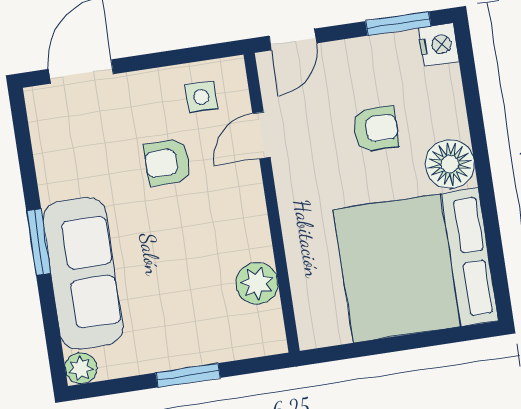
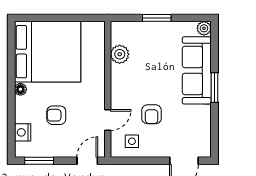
nightstand: (439, 45) -> (23, 132), moved
armchair: (167, 162) -> (152, 114), turned 90
floor lamp: (450, 164) -> (20, 89), width x0.53, depth x0.53

